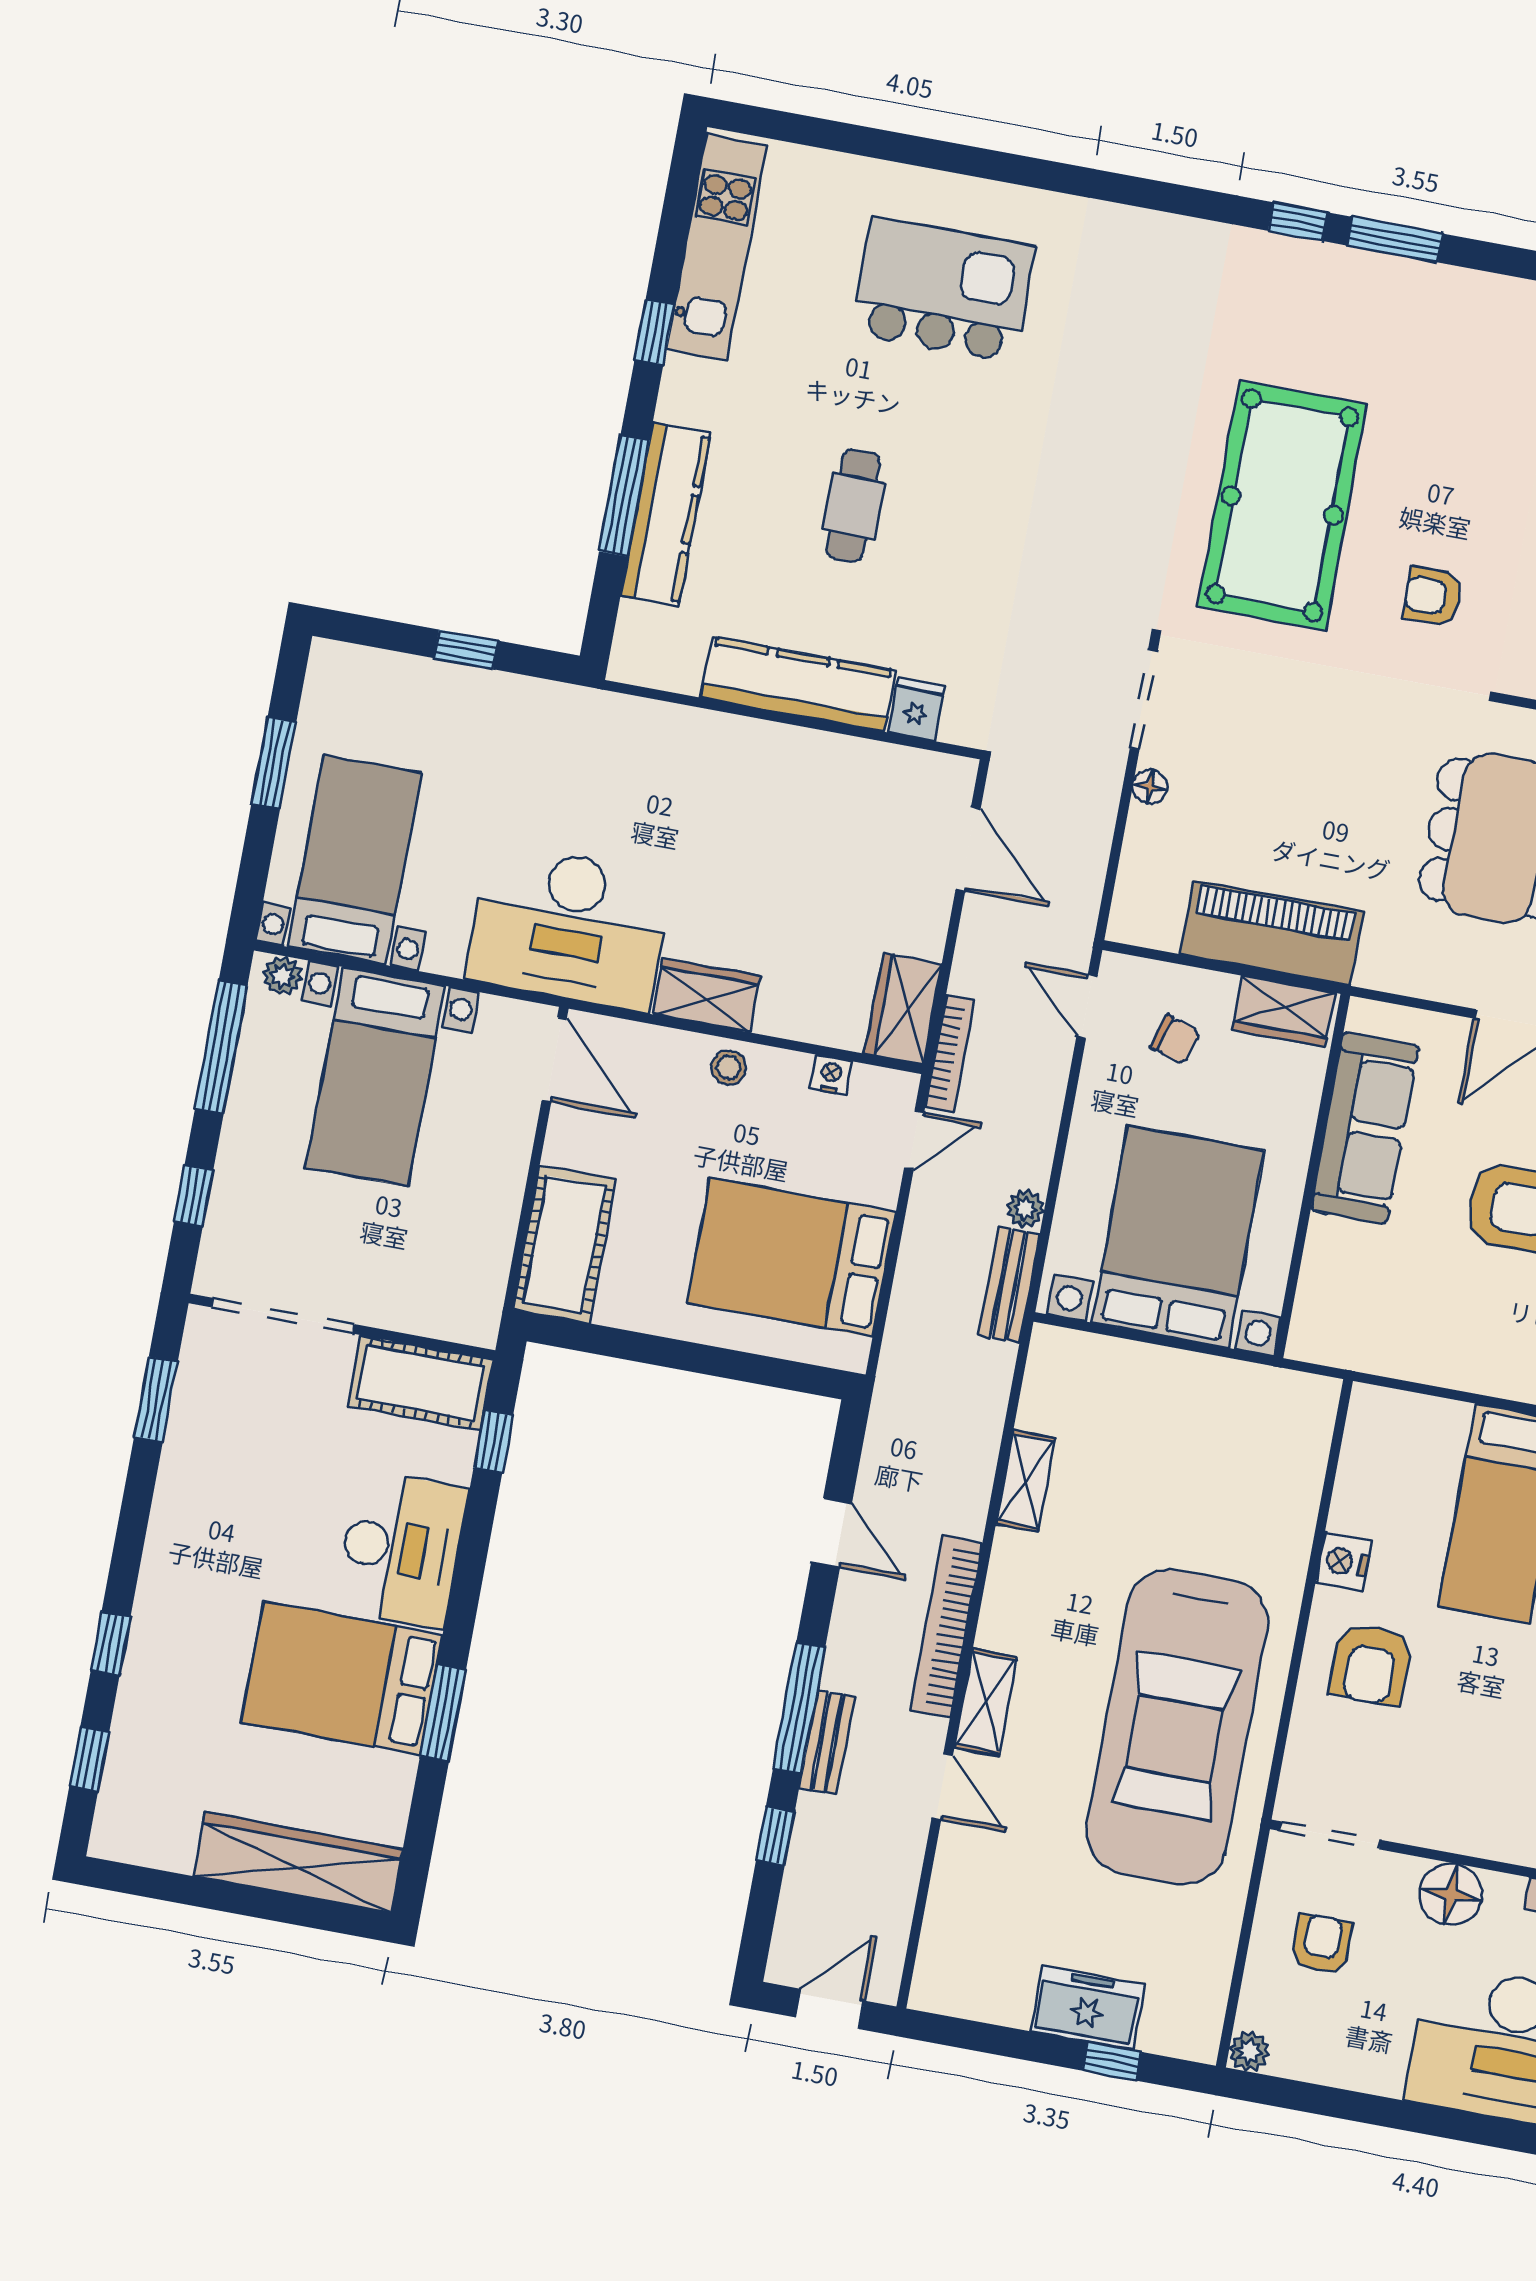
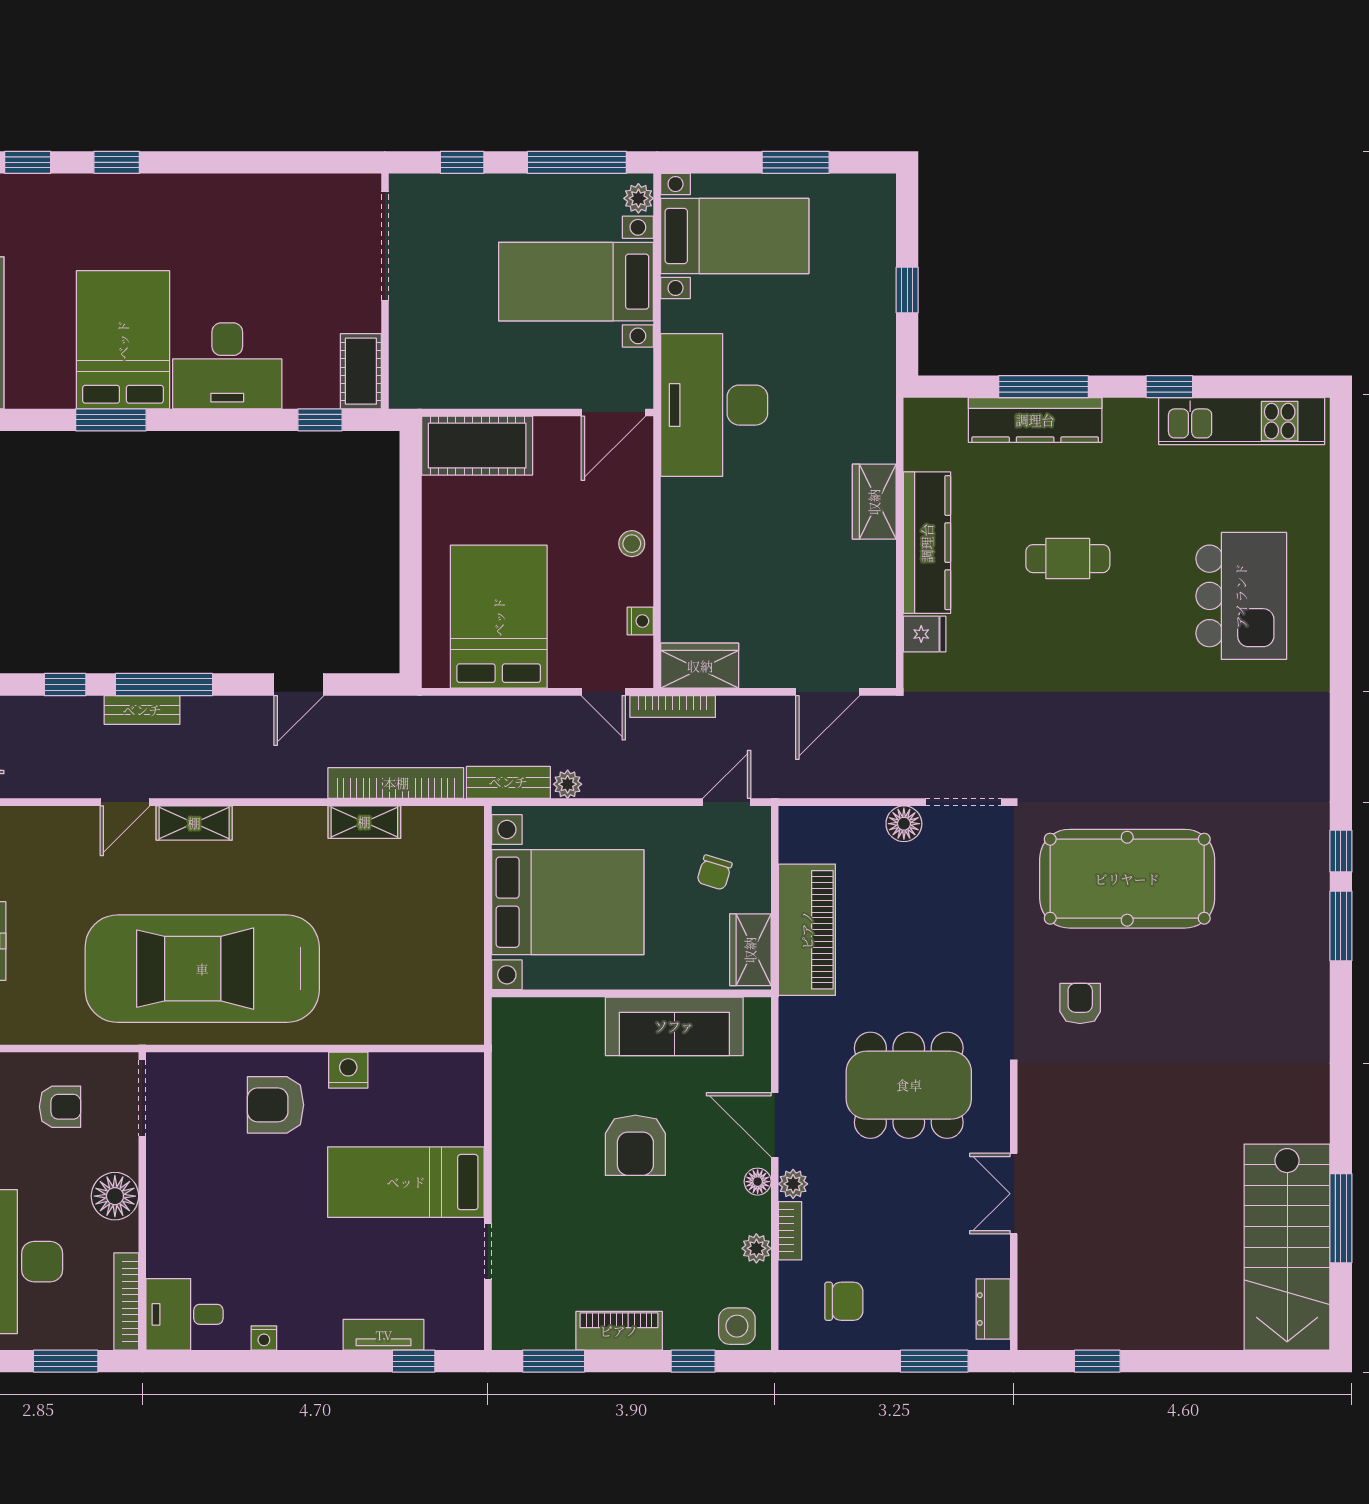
floor lamp: (1150, 787) -> (904, 824), width x1.37, depth x1.37
wardrobe: (706, 995) -> (874, 502), moved, turned 180
cot: (420, 1383) -> (361, 371), width x0.73, depth x0.75
window: (156, 1400) -> (305, 162), removed
bookcase: (946, 1627) -> (396, 783), moved

